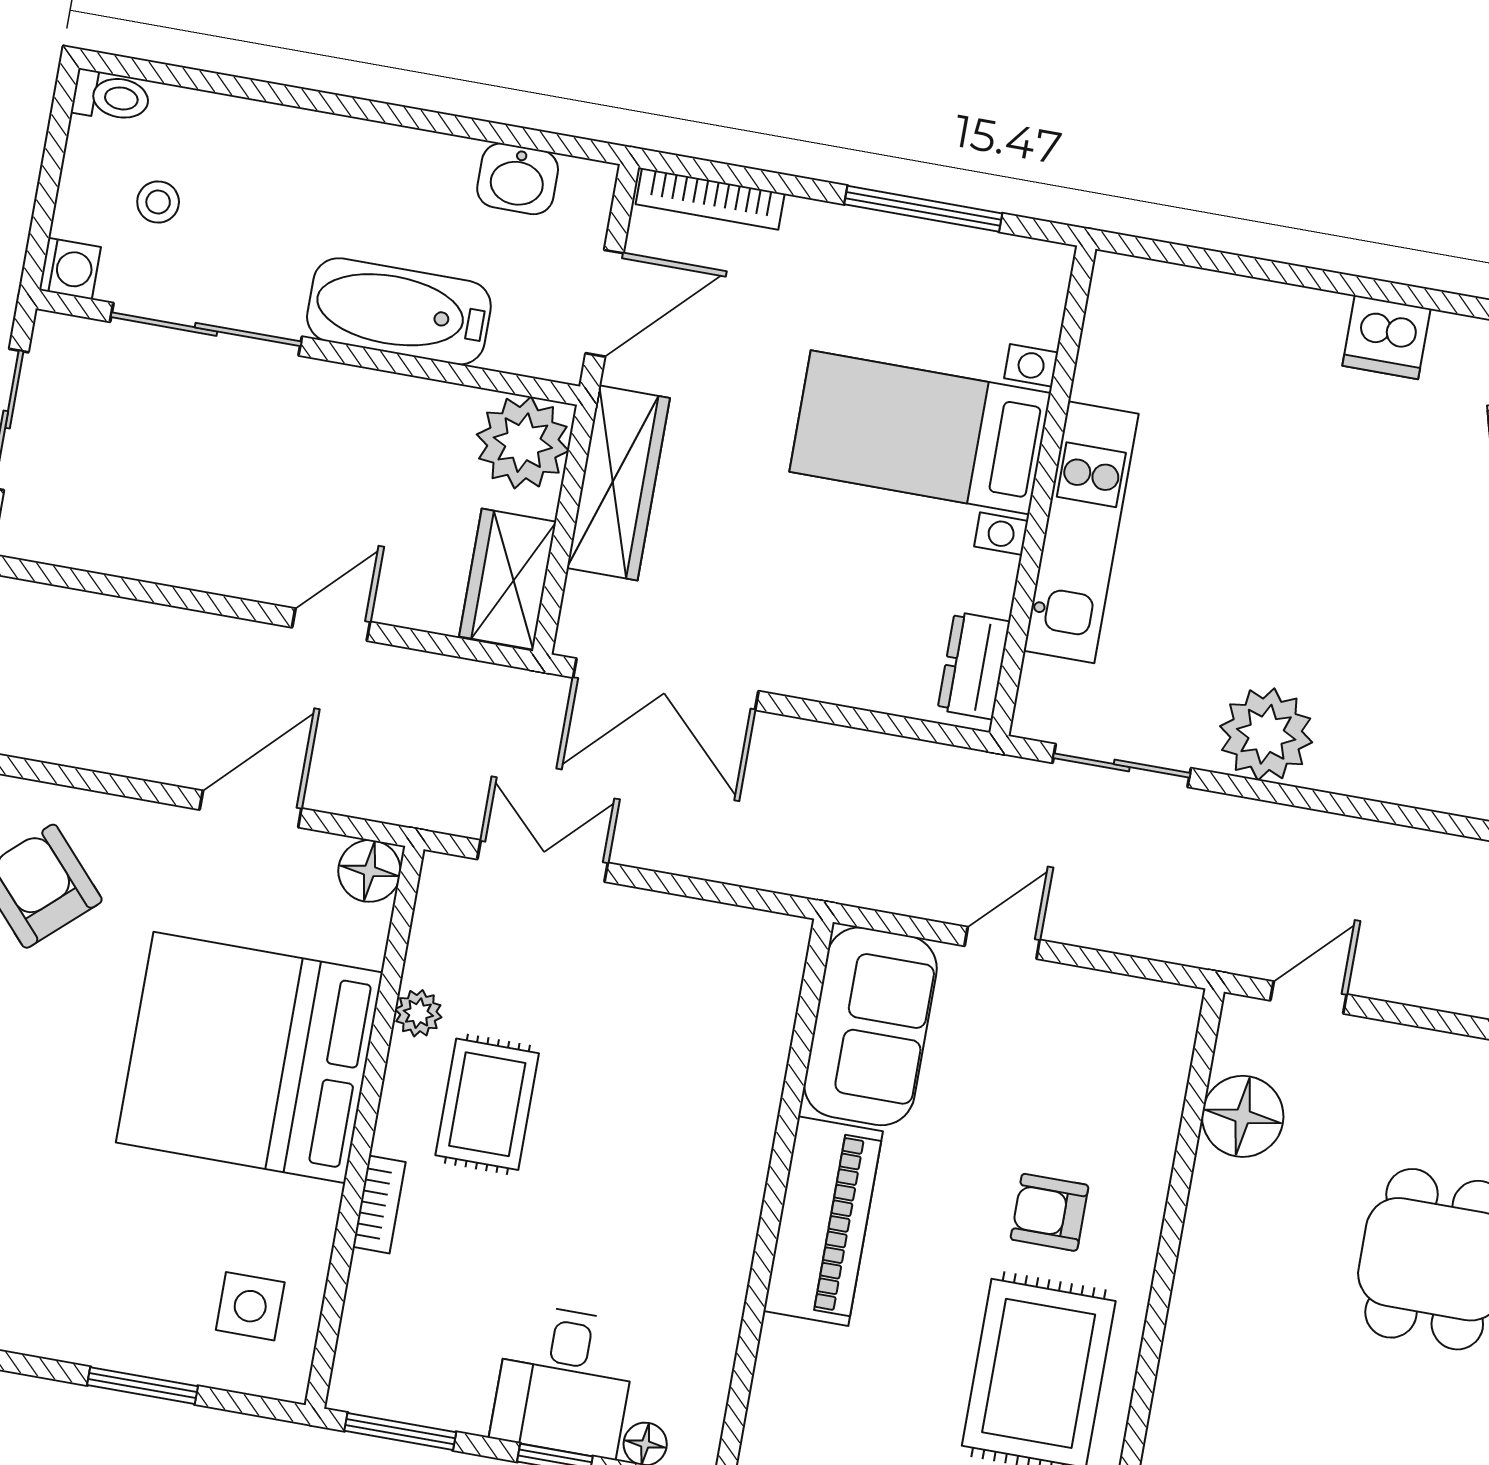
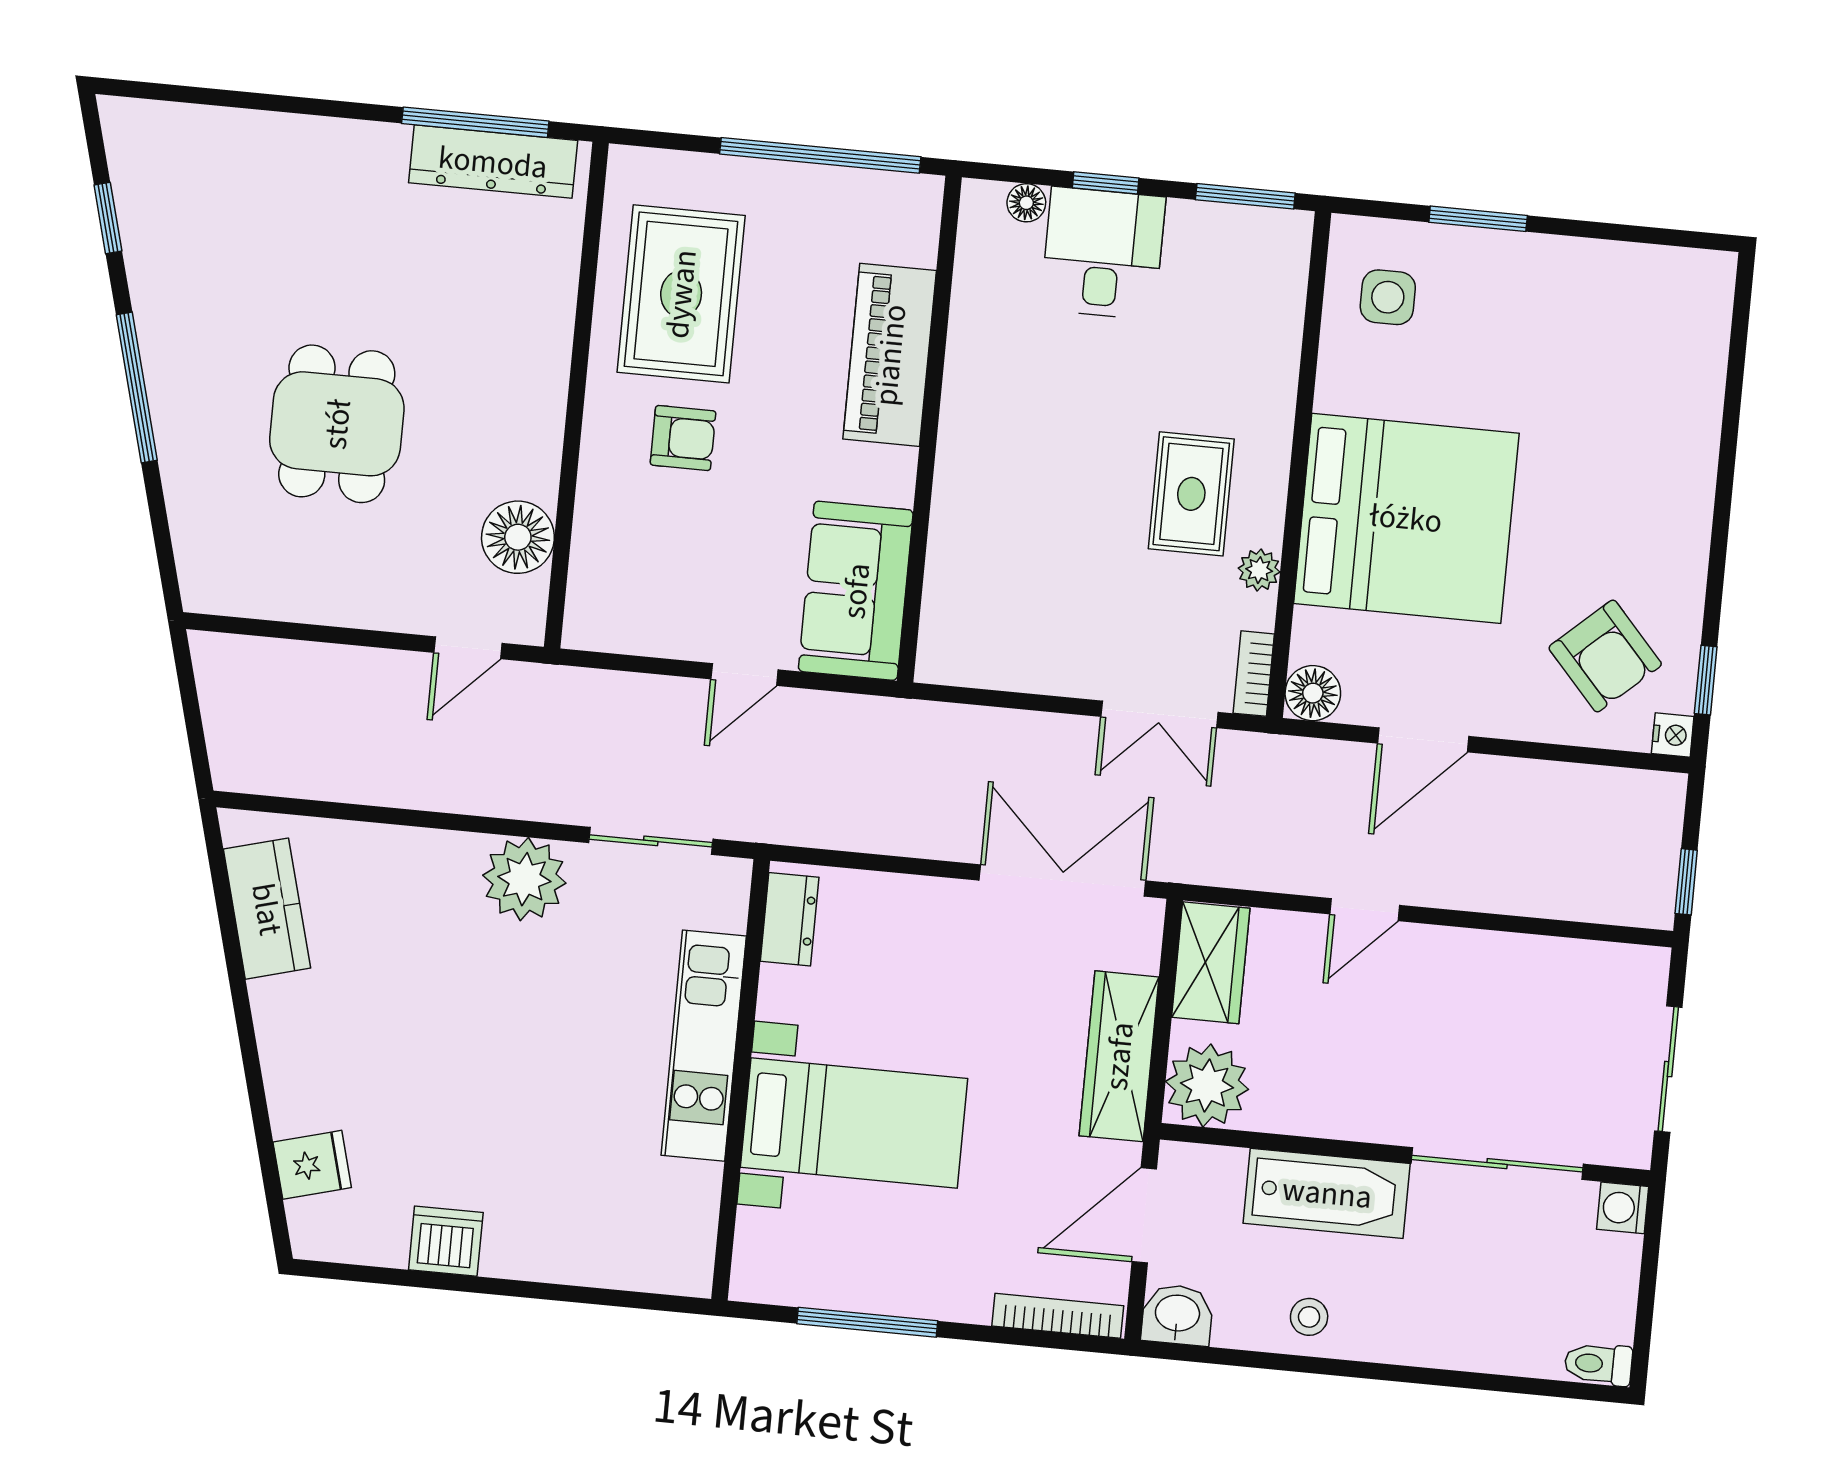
washbasin: (518, 179) -> (1177, 1315), moved
stool: (158, 202) -> (1309, 1317), moved
bookcase: (379, 1204) -> (1254, 674), moved
piano: (823, 1221) -> (890, 355), moved

